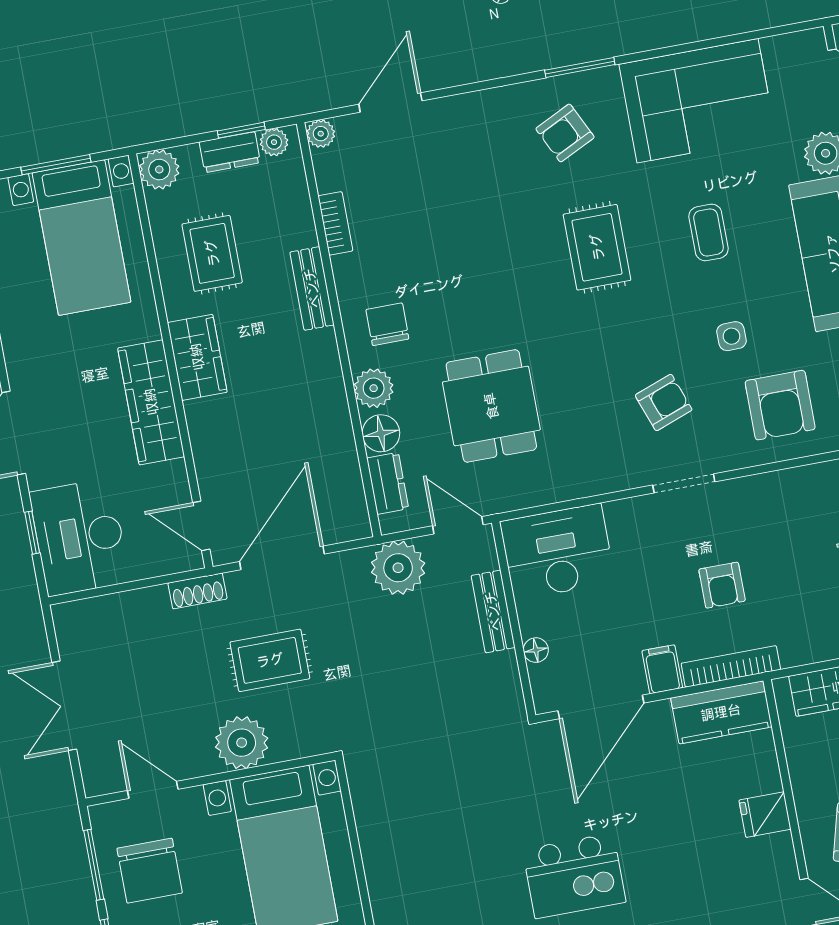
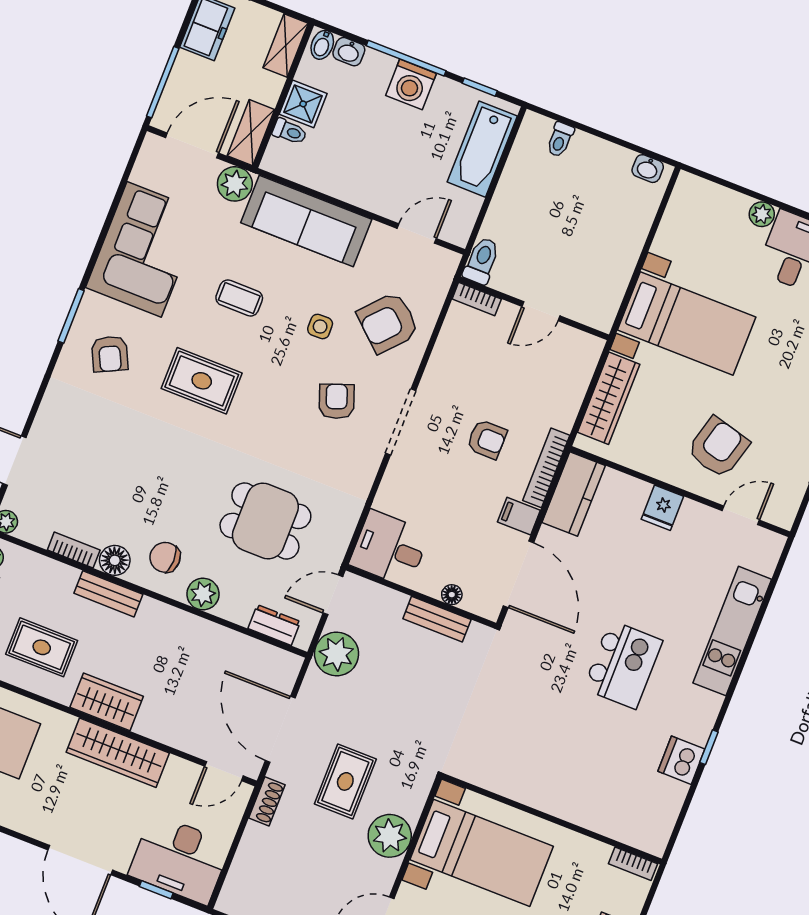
armchair: (780, 405) -> (388, 323), turned 132
floor lamp: (381, 433) -> (115, 560), moved
doorway: (684, 483) -> (401, 422), width x1.38
desk: (557, 552) -> (390, 548), width x0.73
bench: (493, 611) -> (437, 619), moved

